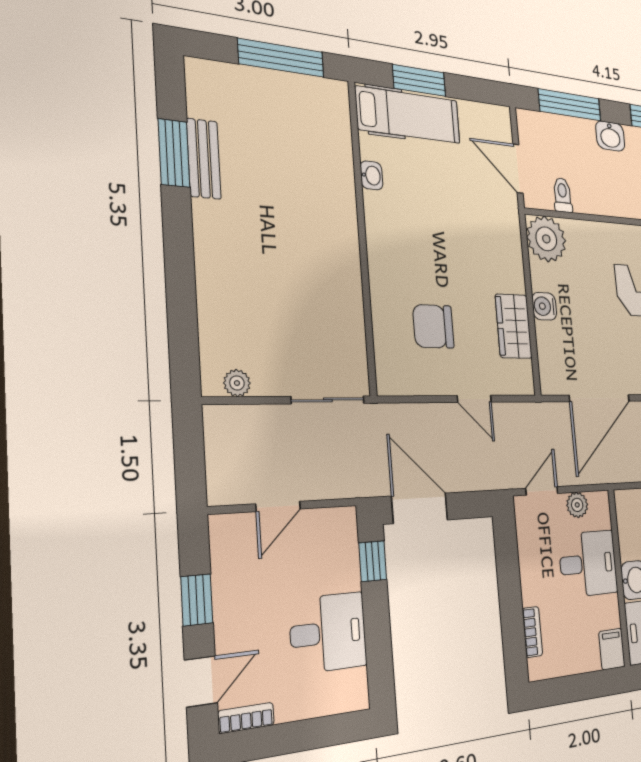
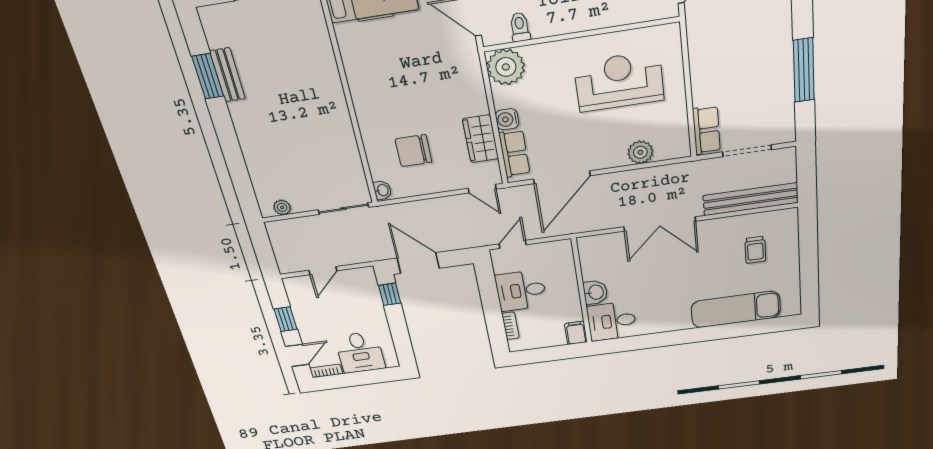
washbasin: (371, 175) -> (382, 190), moved
row of seats: (550, 355) -> (514, 154), added
door: (474, 399) -> (482, 189), moved
plant: (577, 505) -> (544, 250), removed
desk: (588, 564) -> (521, 291), moved, turned 180
desk: (328, 633) -> (360, 352), moved, turned 90

